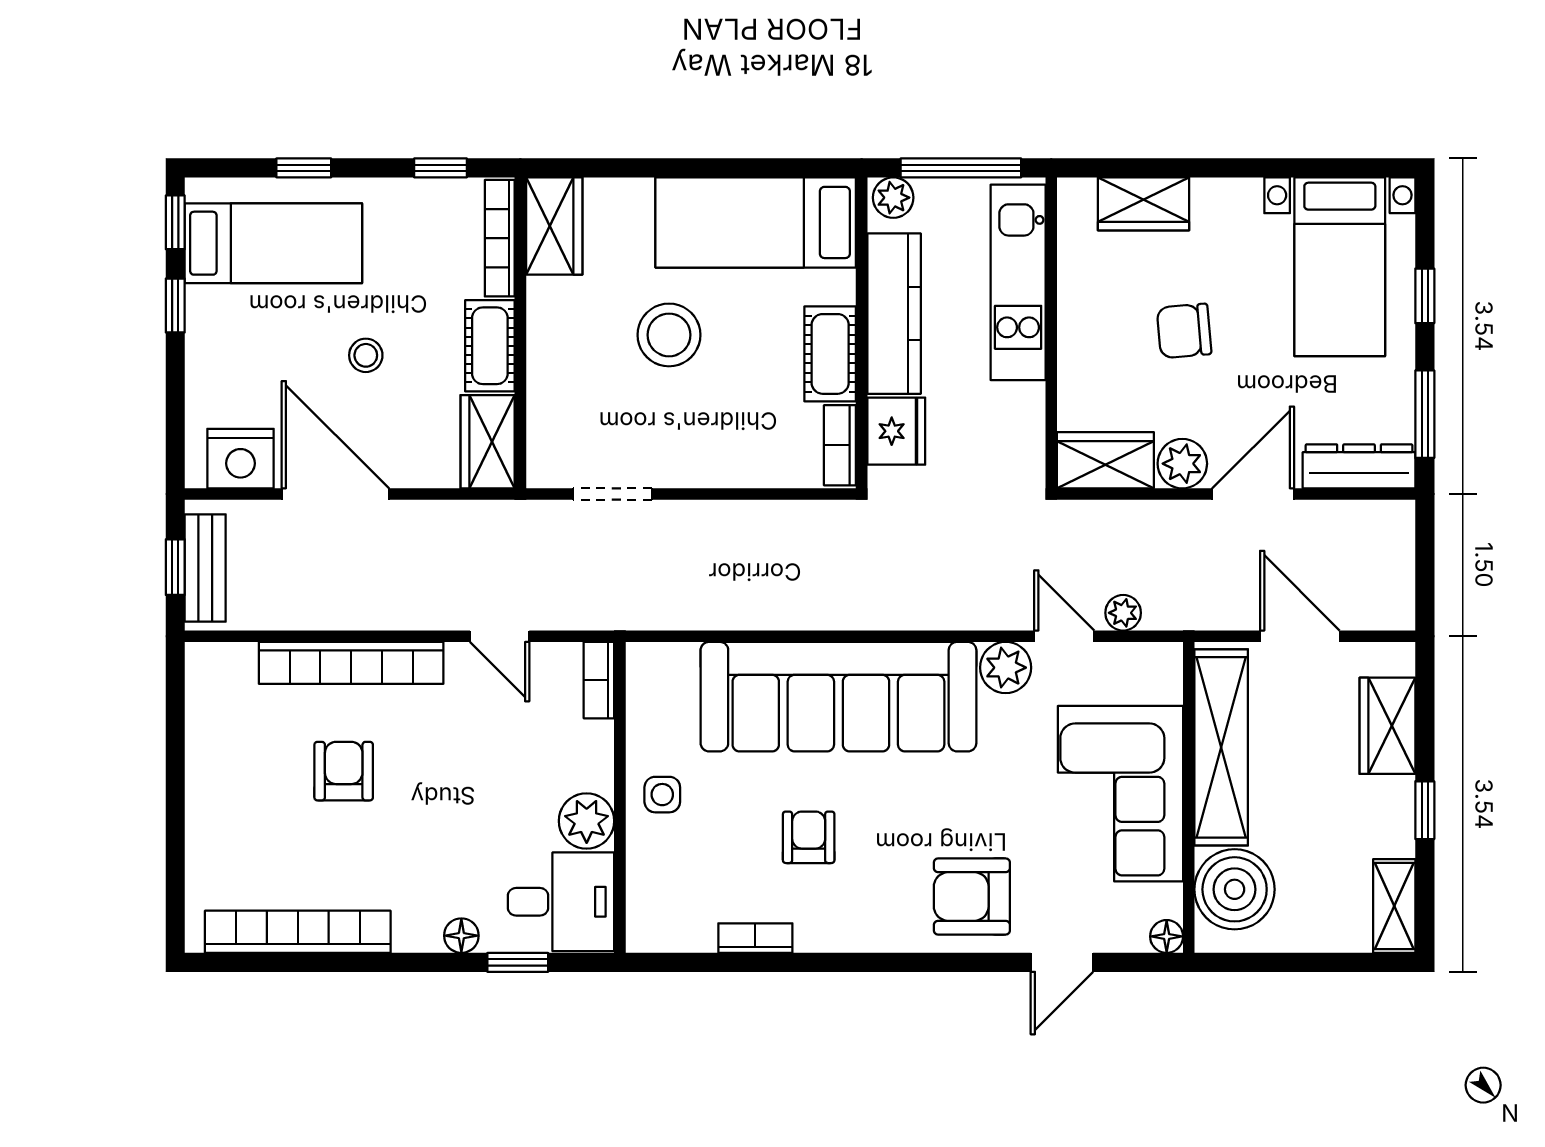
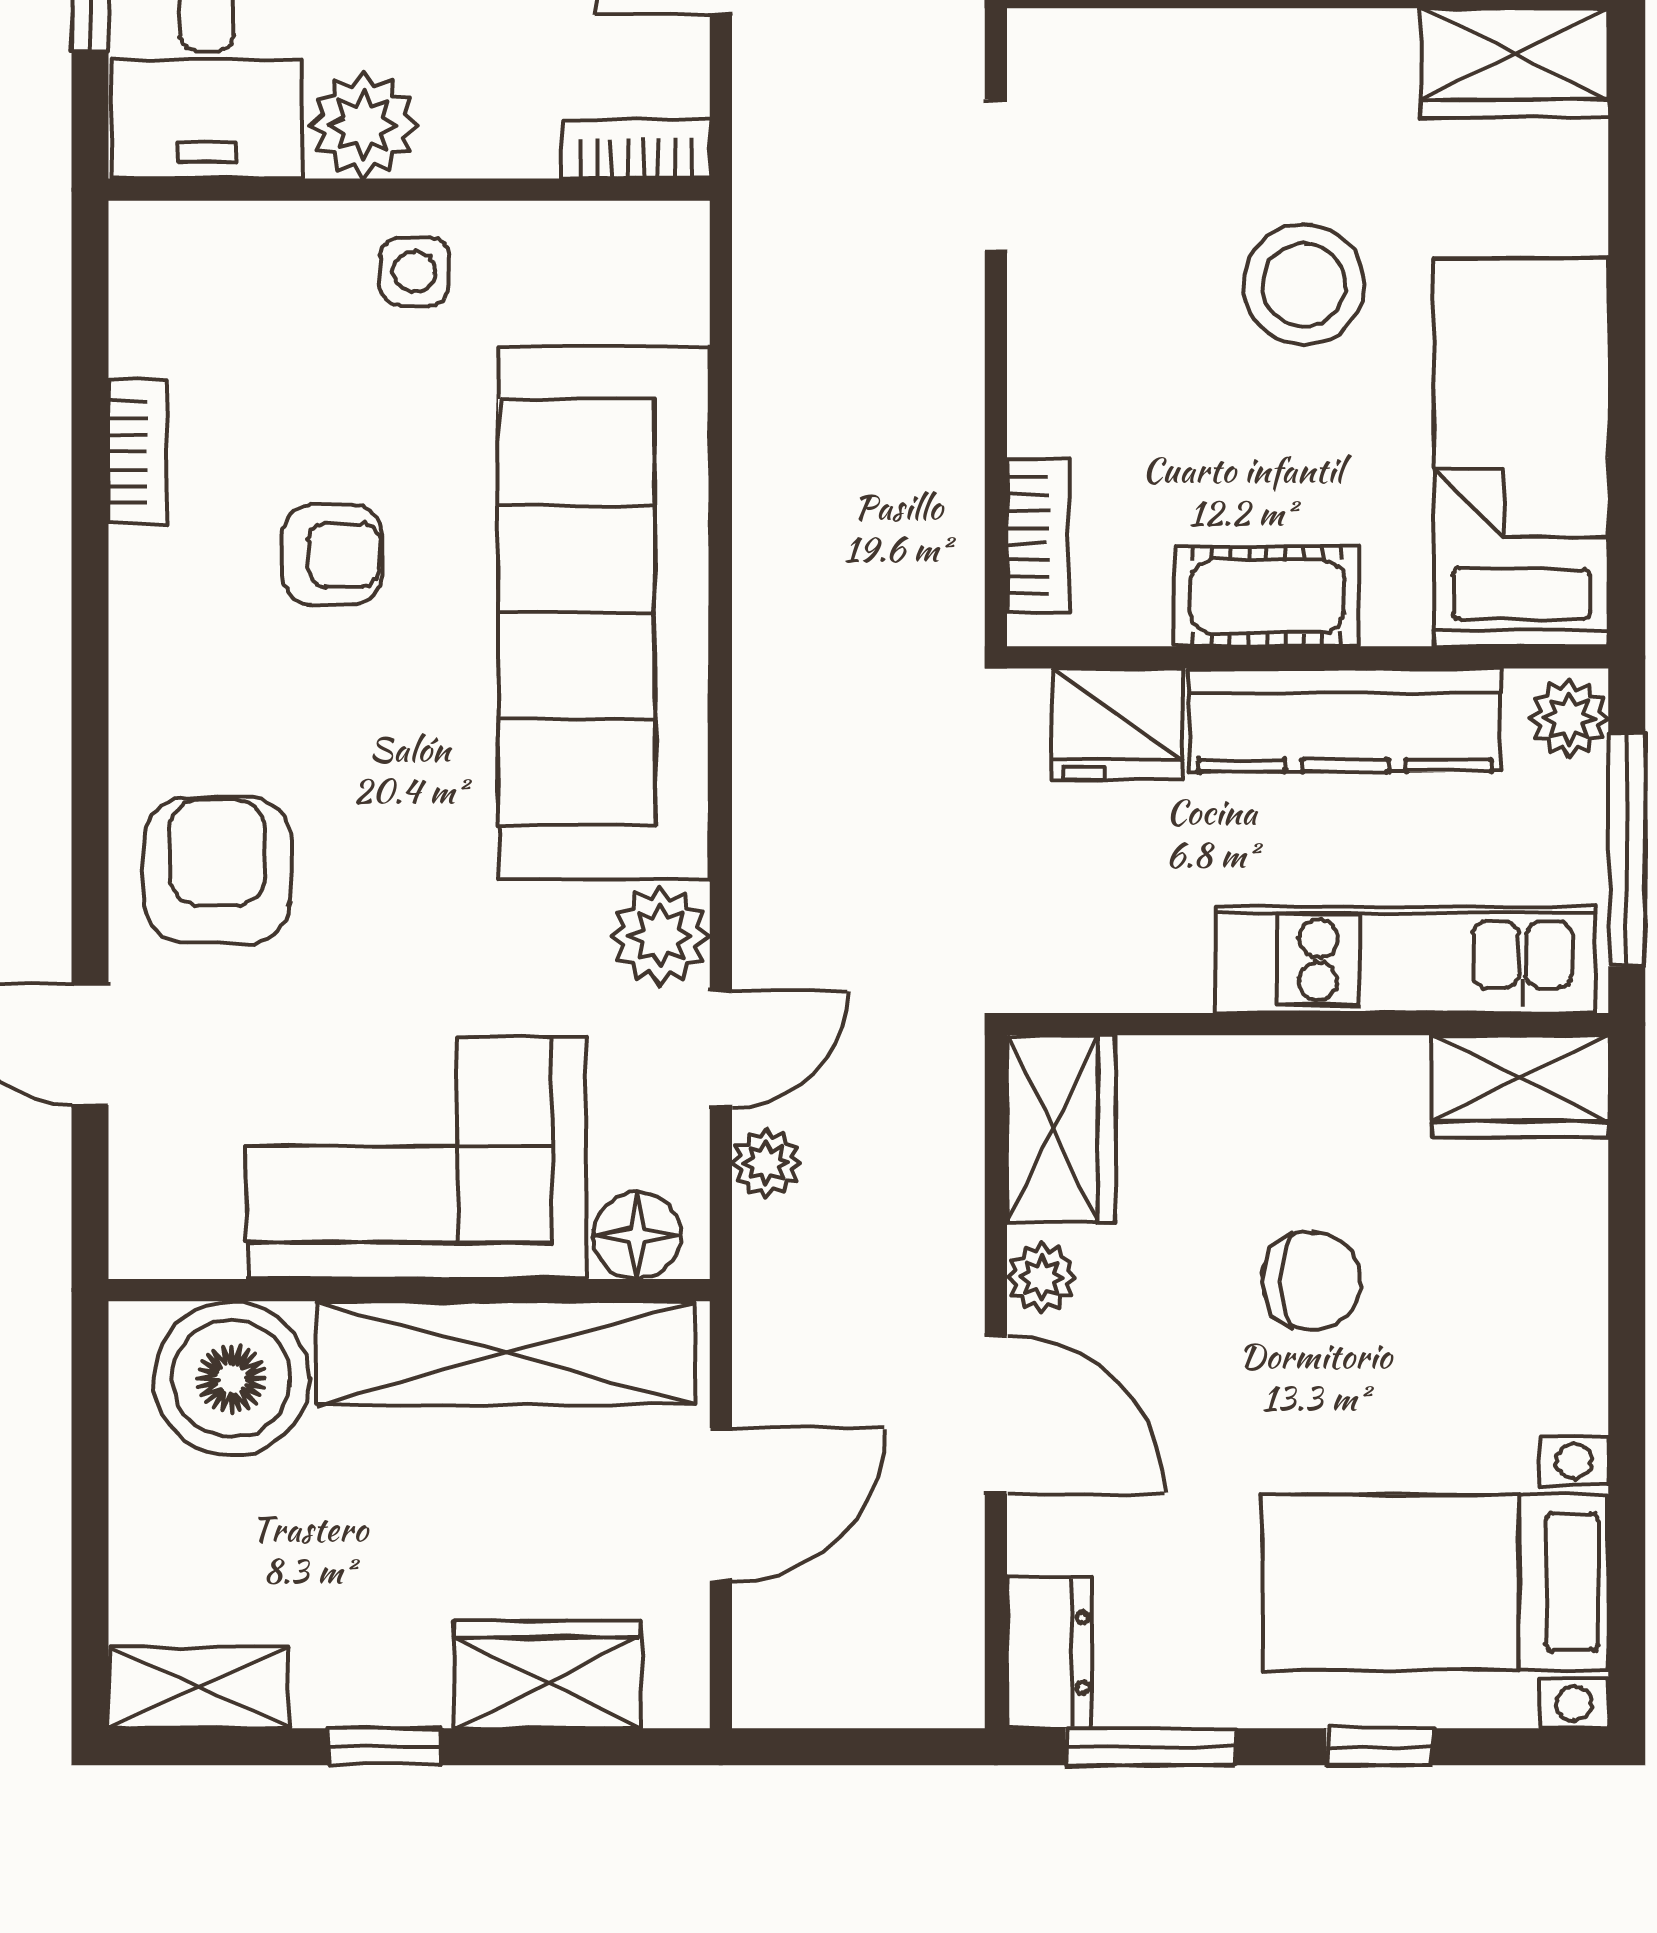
wardrobe: (1144, 204) -> (1520, 1086), moved, turned -90
chair: (1184, 331) -> (1311, 1281), turned 95
bookcase: (840, 445) -> (1038, 536), moved, turned 90
plant: (1182, 464) -> (1042, 1278), width x0.73, depth x0.73
dresser: (1359, 466) -> (1050, 1653), width x0.70
floor lamp: (1167, 936) -> (637, 1235), moved, width x1.37, depth x1.37

